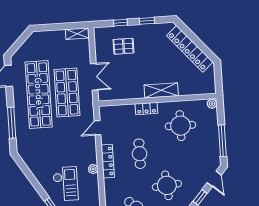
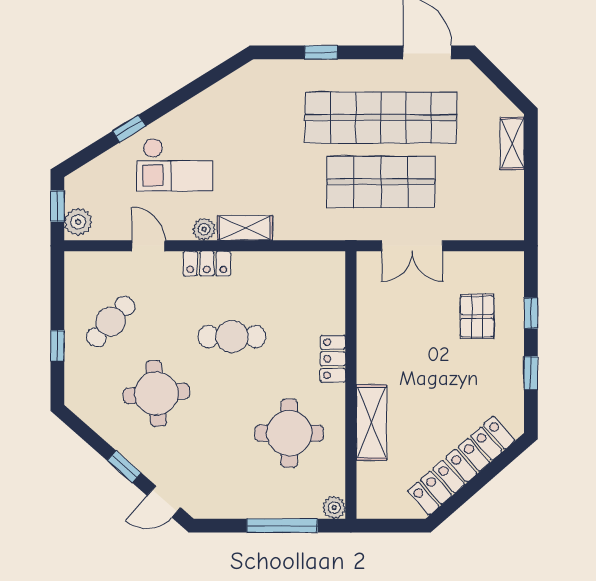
shelving: (77, 34) -> (512, 143), moved
shelving: (161, 90) -> (371, 422), moved
window: (12, 123) -> (321, 52), width x0.46
door: (98, 128) -> (148, 246), moved
window: (222, 141) -> (282, 526), moved
shelving: (91, 151) -> (245, 228), added
locker: (108, 161) -> (207, 264), width x0.66

